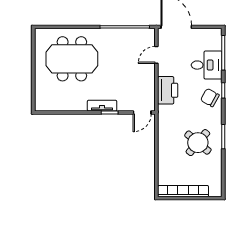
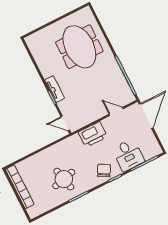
round table: (198, 143) -> (64, 179), turned 36

